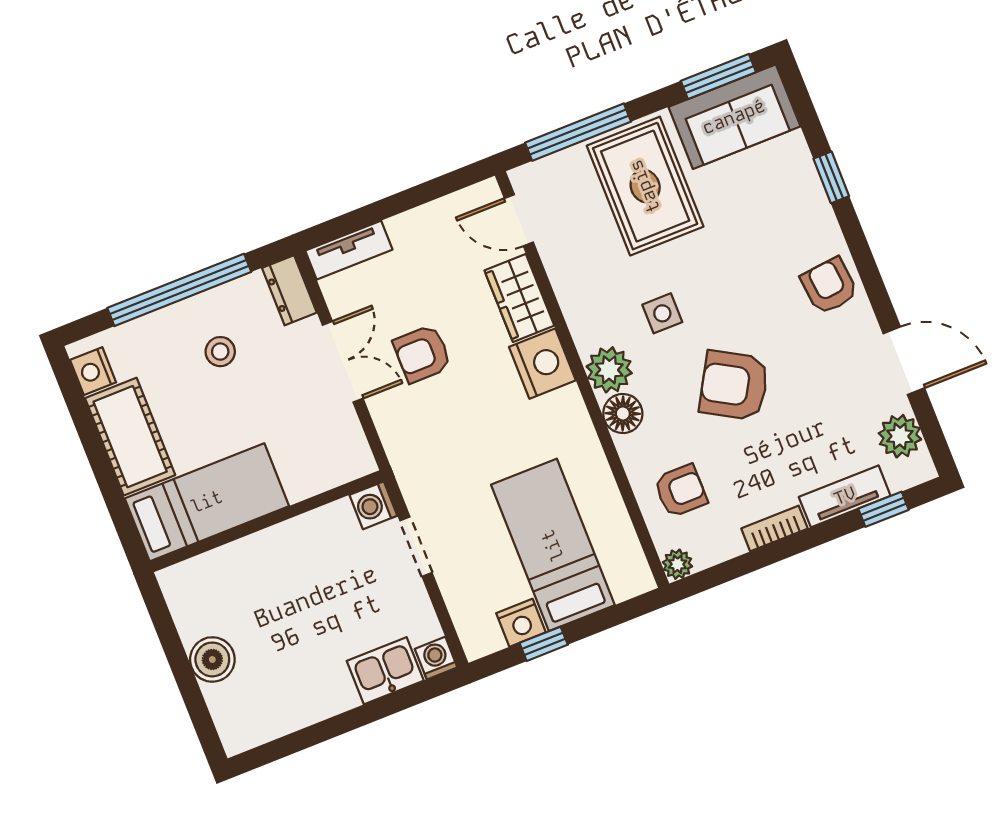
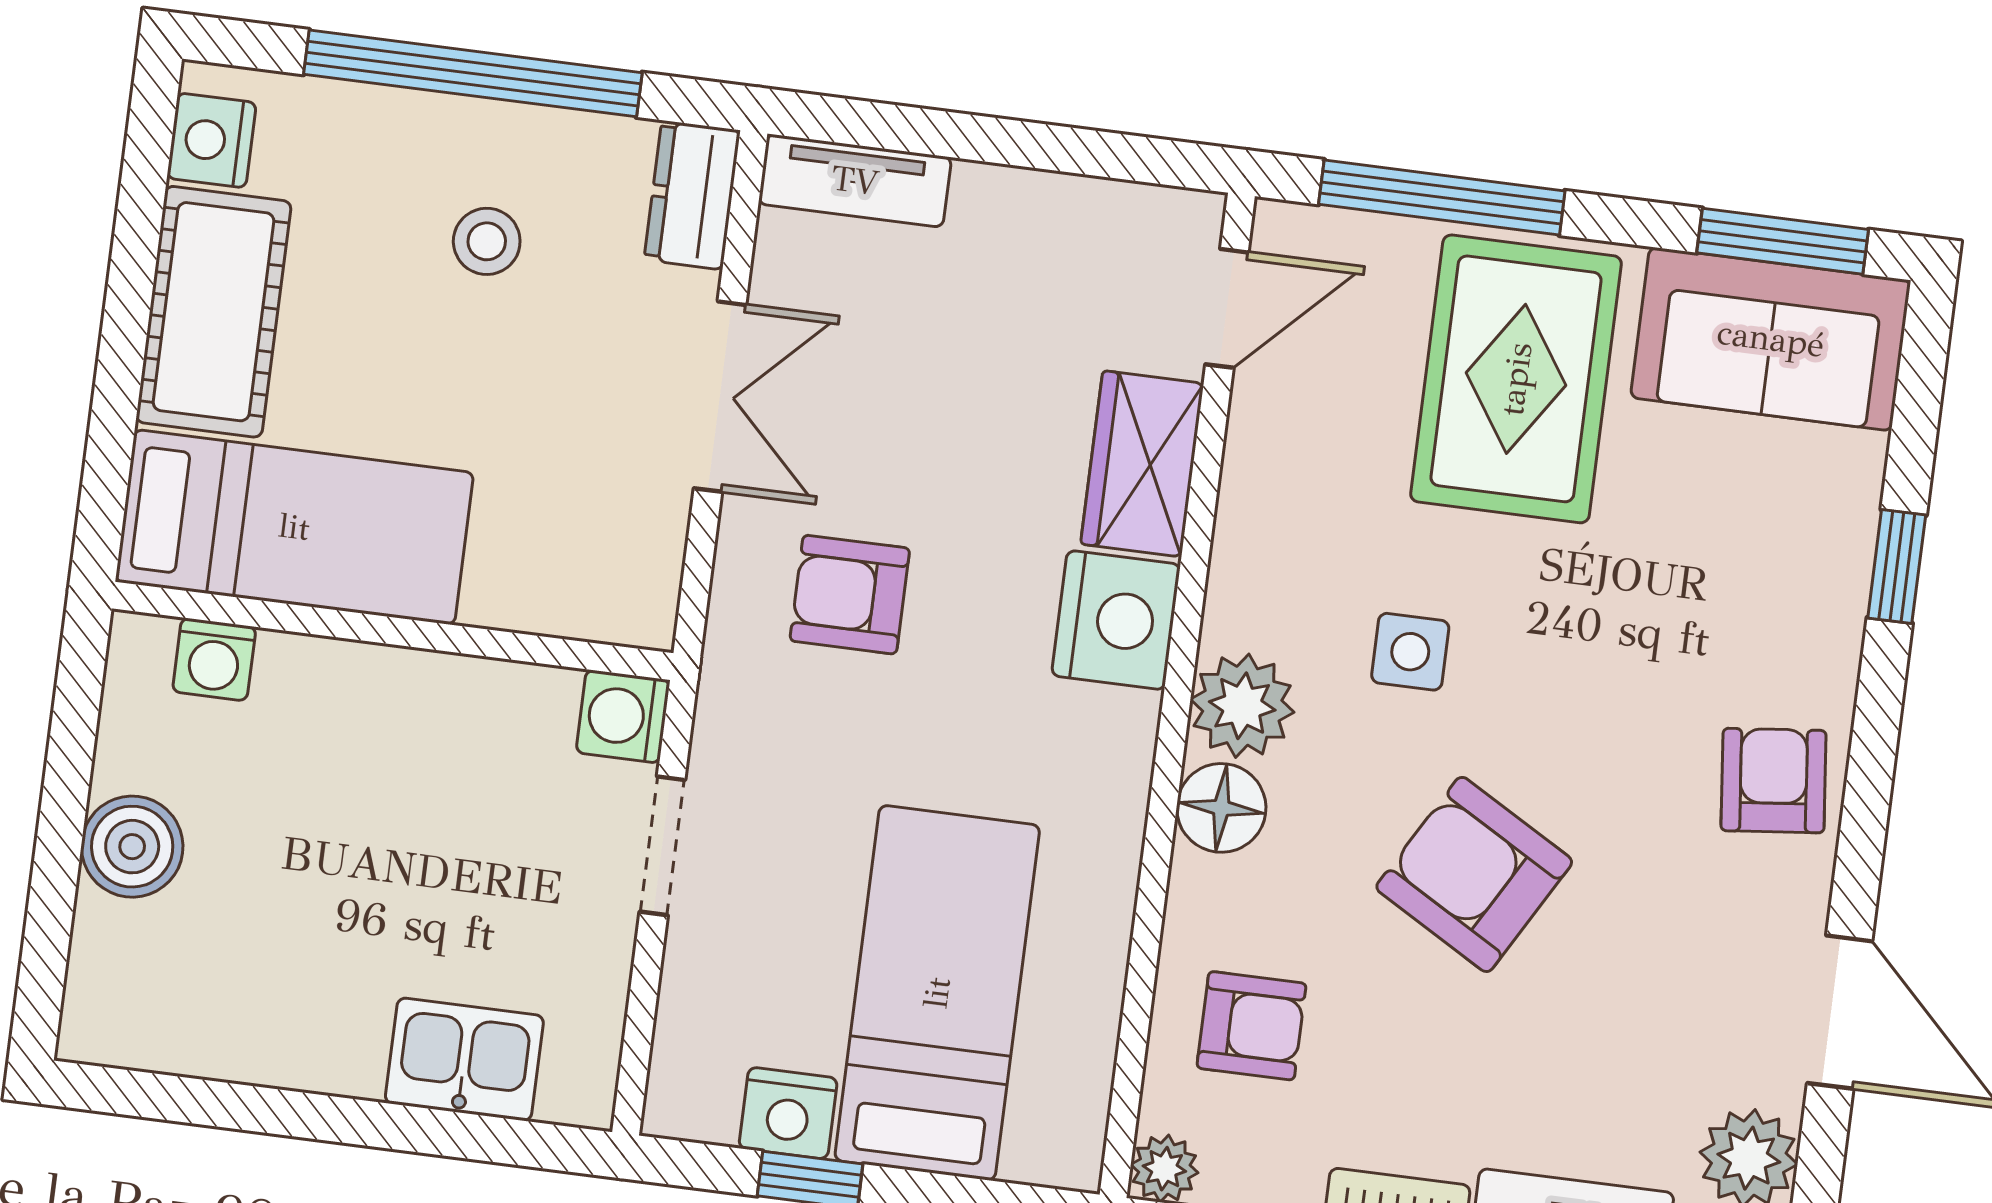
door: (519, 220) -> (1227, 308), swing flipped
armchair: (422, 354) -> (850, 595), moved
washing machine: (436, 658) -> (214, 659), moved, turned 180

